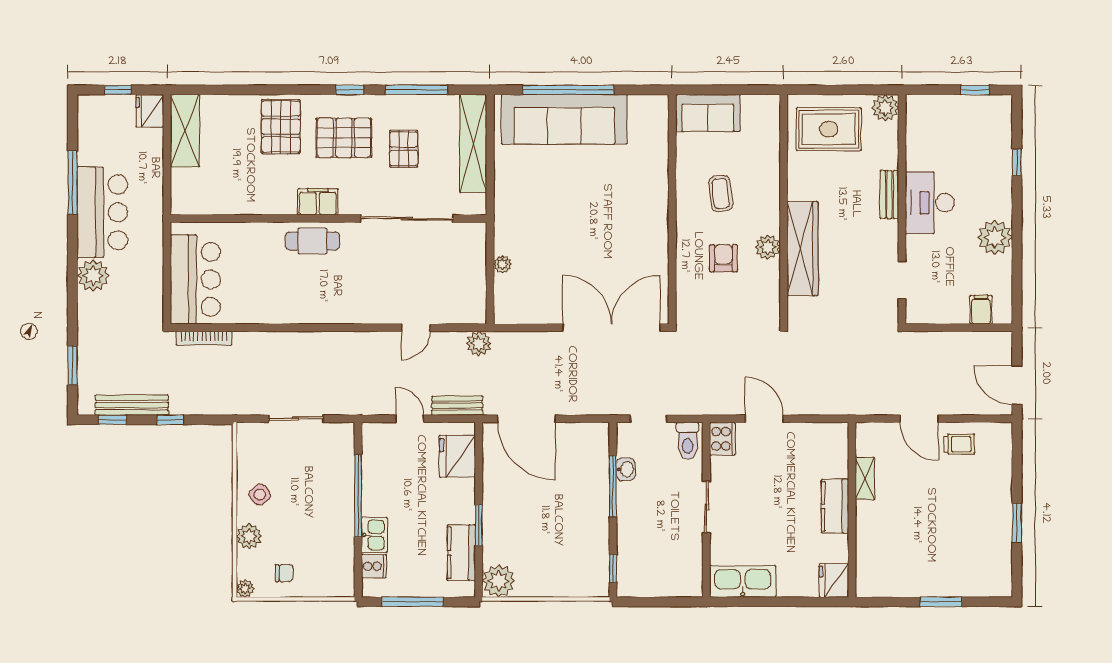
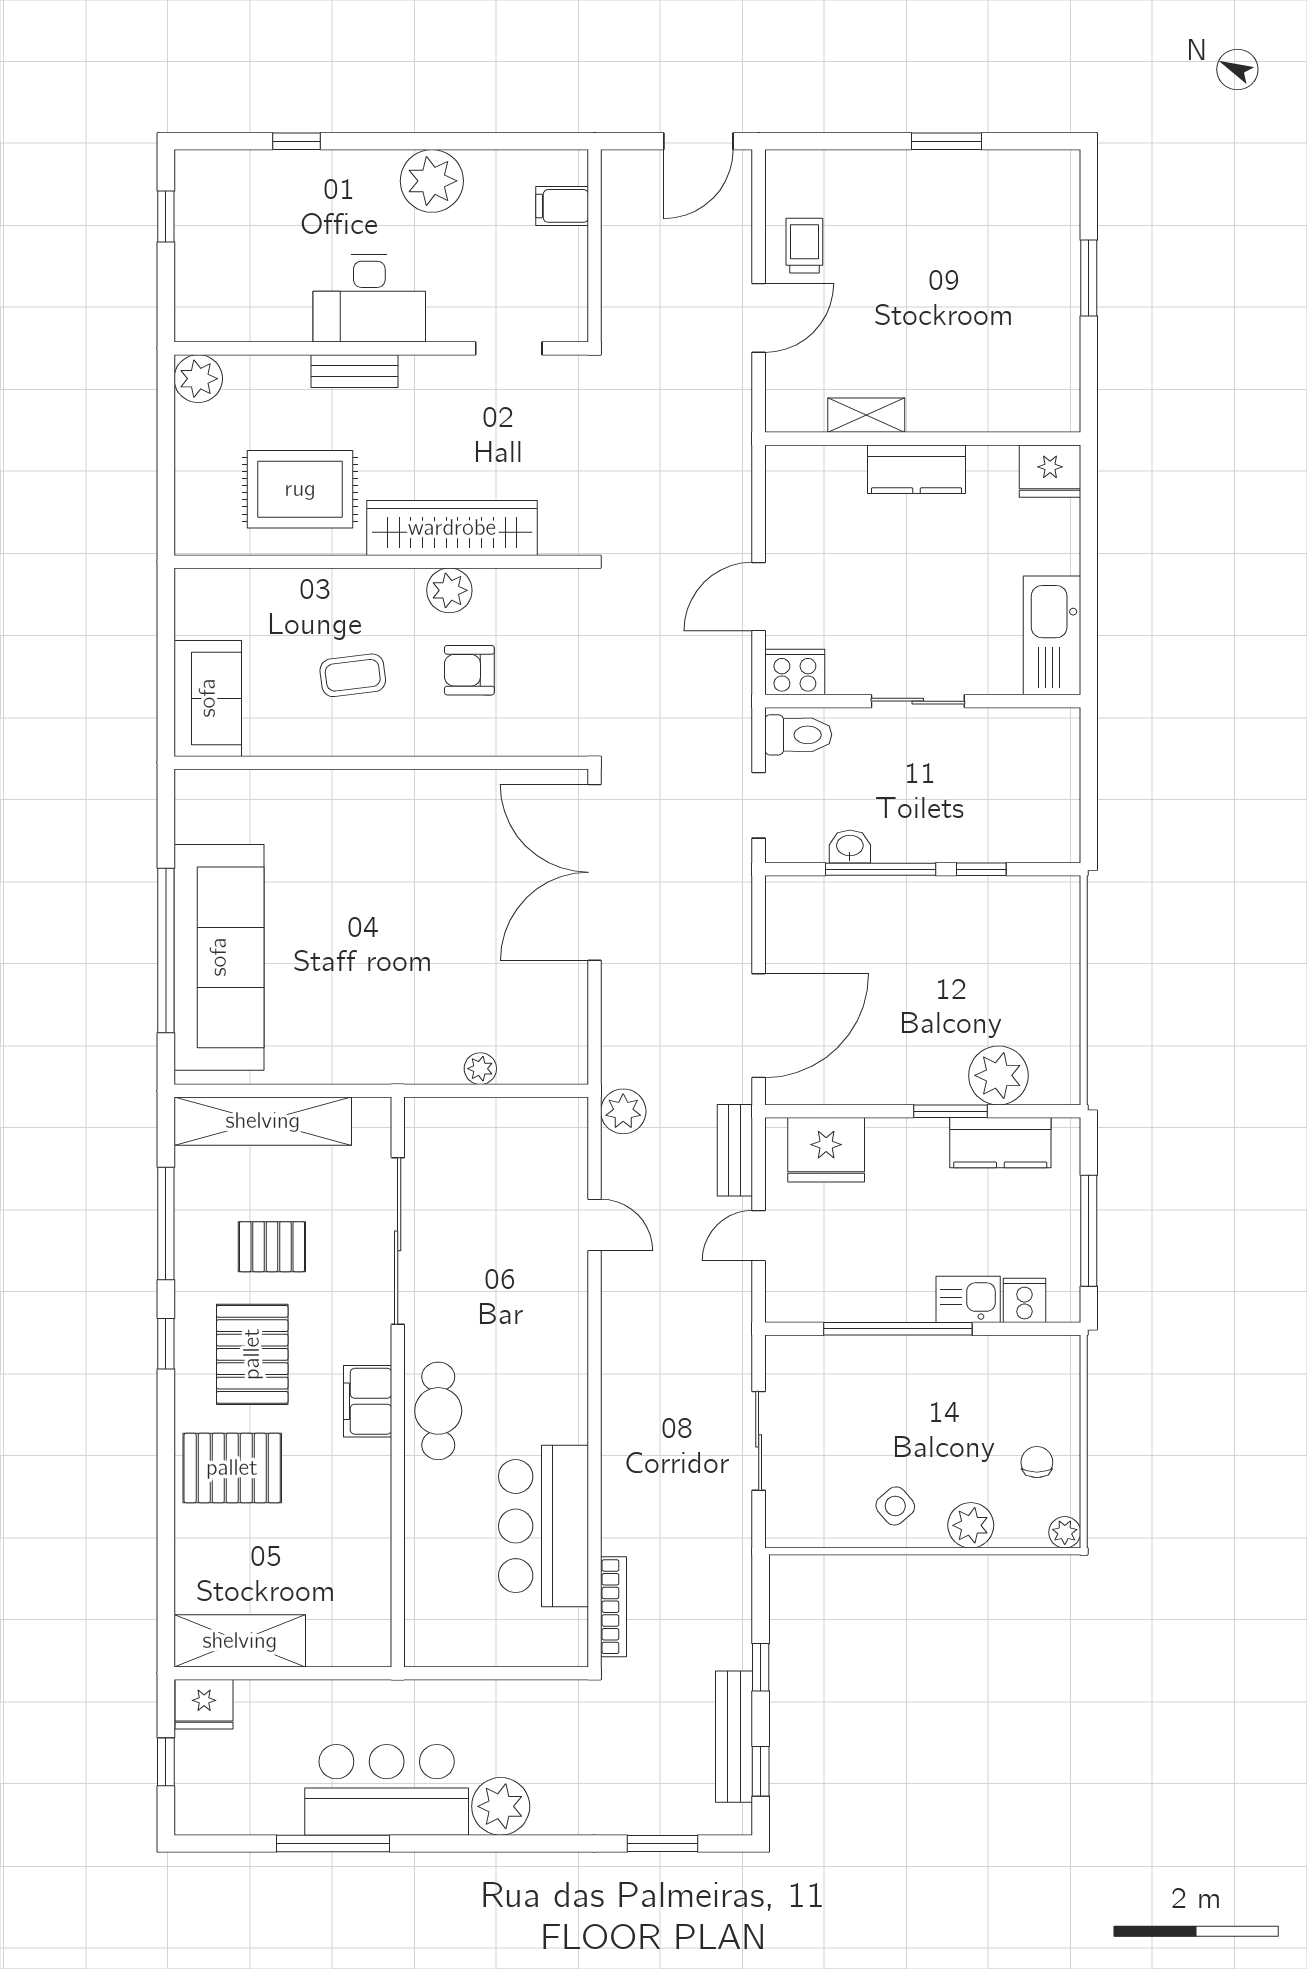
rug: (829, 129) -> (300, 489), moved, turned 90
bar counter: (195, 279) -> (544, 1526), moved, turned -90
window: (613, 568) -> (981, 869), moved
plant: (499, 581) -> (998, 1075), moved

